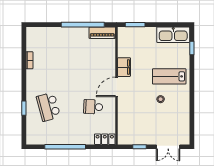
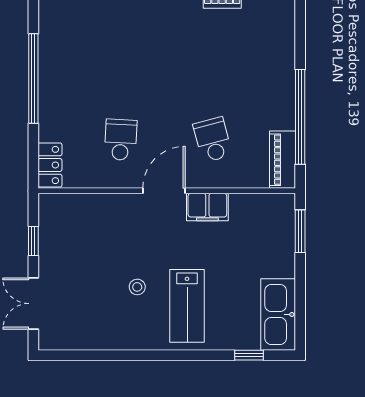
lab bench: (169, 76) -> (187, 306), turned 180
door: (117, 87) -> (164, 191), hinge flipped
school desk: (48, 107) -> (213, 140), moved, width x0.54

